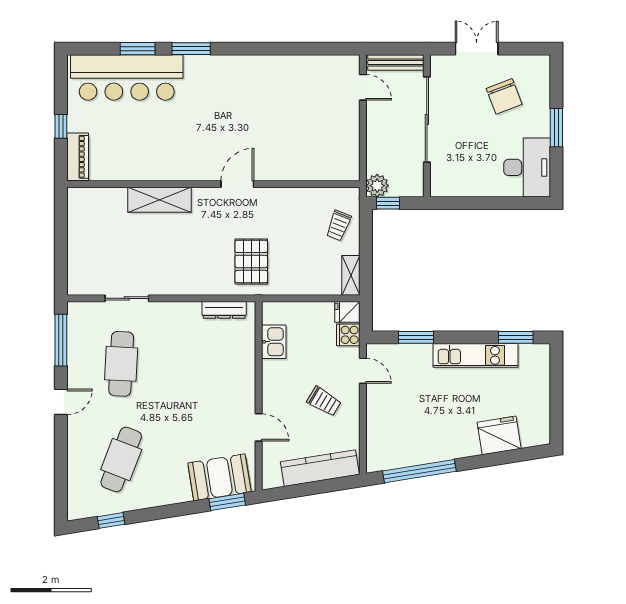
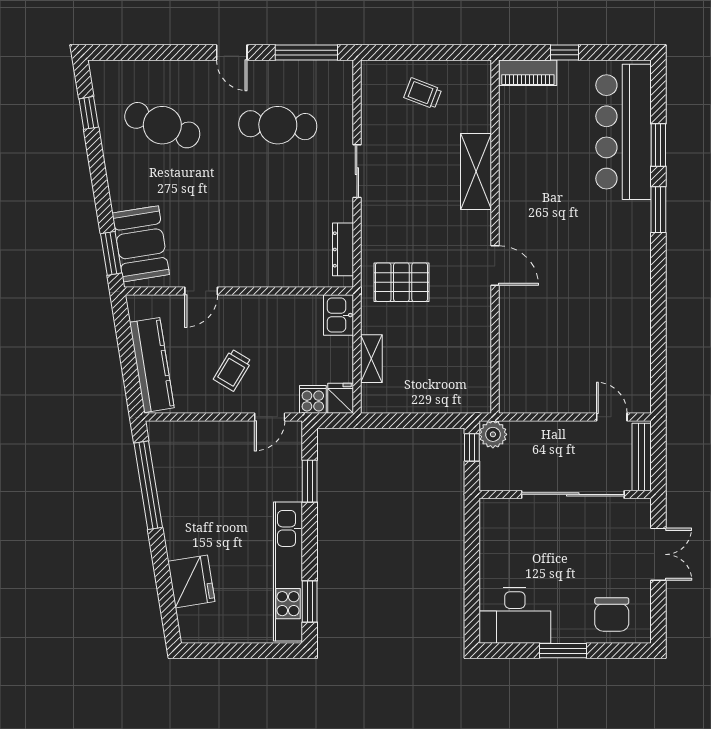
door: (363, 87) -> (612, 417), swing flipped
chair: (504, 96) -> (612, 614), moved, turned -69
trolley: (339, 225) -> (423, 93), moved
shelving: (351, 275) -> (371, 359), moved, turned 90
sliding door: (127, 298) -> (357, 171), moved
kitchen sink: (274, 342) -> (338, 315), moved, turned 90
kitchen unit: (476, 355) -> (288, 572), width x1.36

